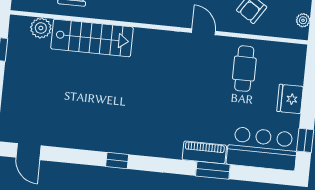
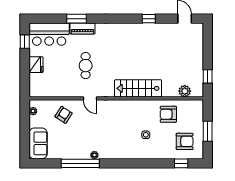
stairs: (92, 38) -> (138, 88), moved
cafe table: (244, 69) -> (86, 66), moved
window: (117, 161) -> (149, 19), moved

